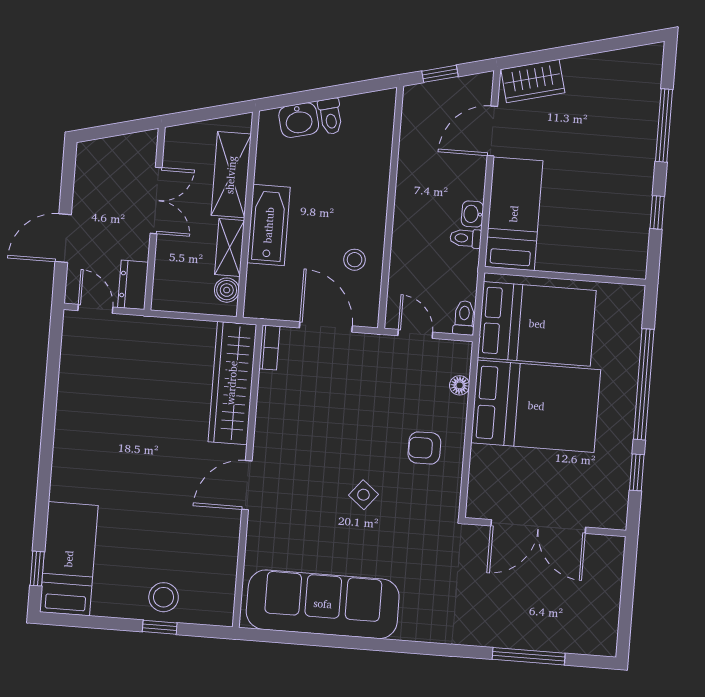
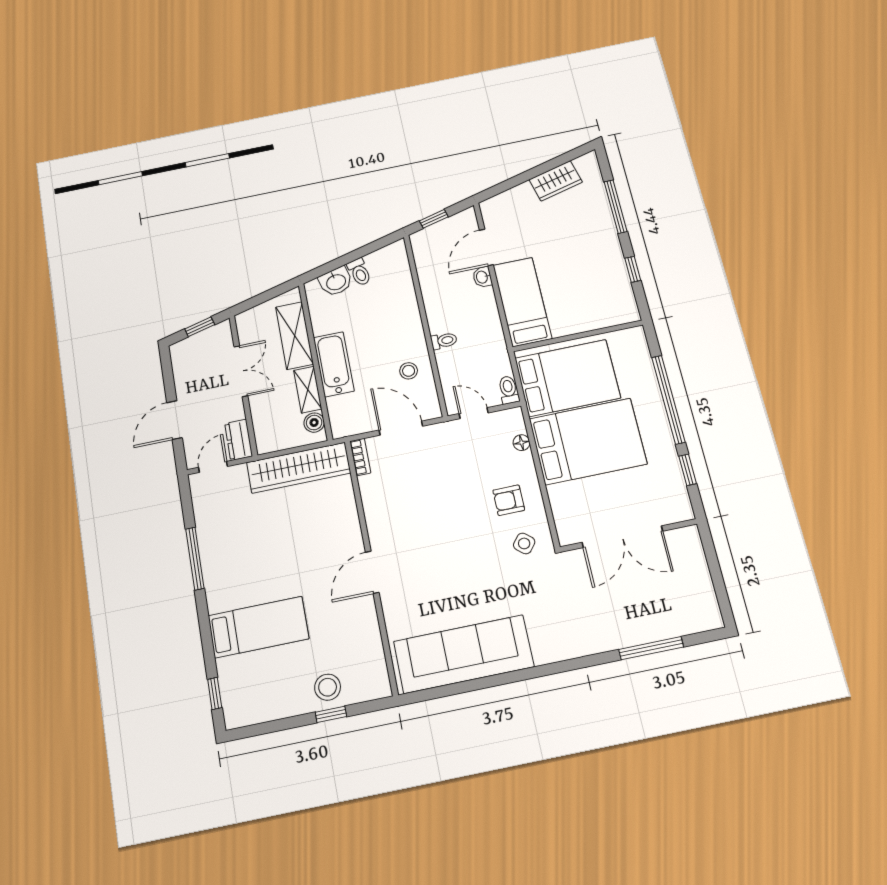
wardrobe: (533, 81) -> (556, 181), moved
window: (120, 129) -> (200, 327), added
washbasin: (472, 214) -> (482, 277), moved
toilet: (466, 238) -> (444, 341), moved, turned 180
door: (95, 309) -> (213, 467), hinge flipped
wardrobe: (232, 383) -> (299, 468), moved, turned -90
window: (50, 411) -> (195, 558), added
side table: (363, 495) -> (524, 543), moved
bed: (69, 559) -> (258, 627), moved, turned 90

